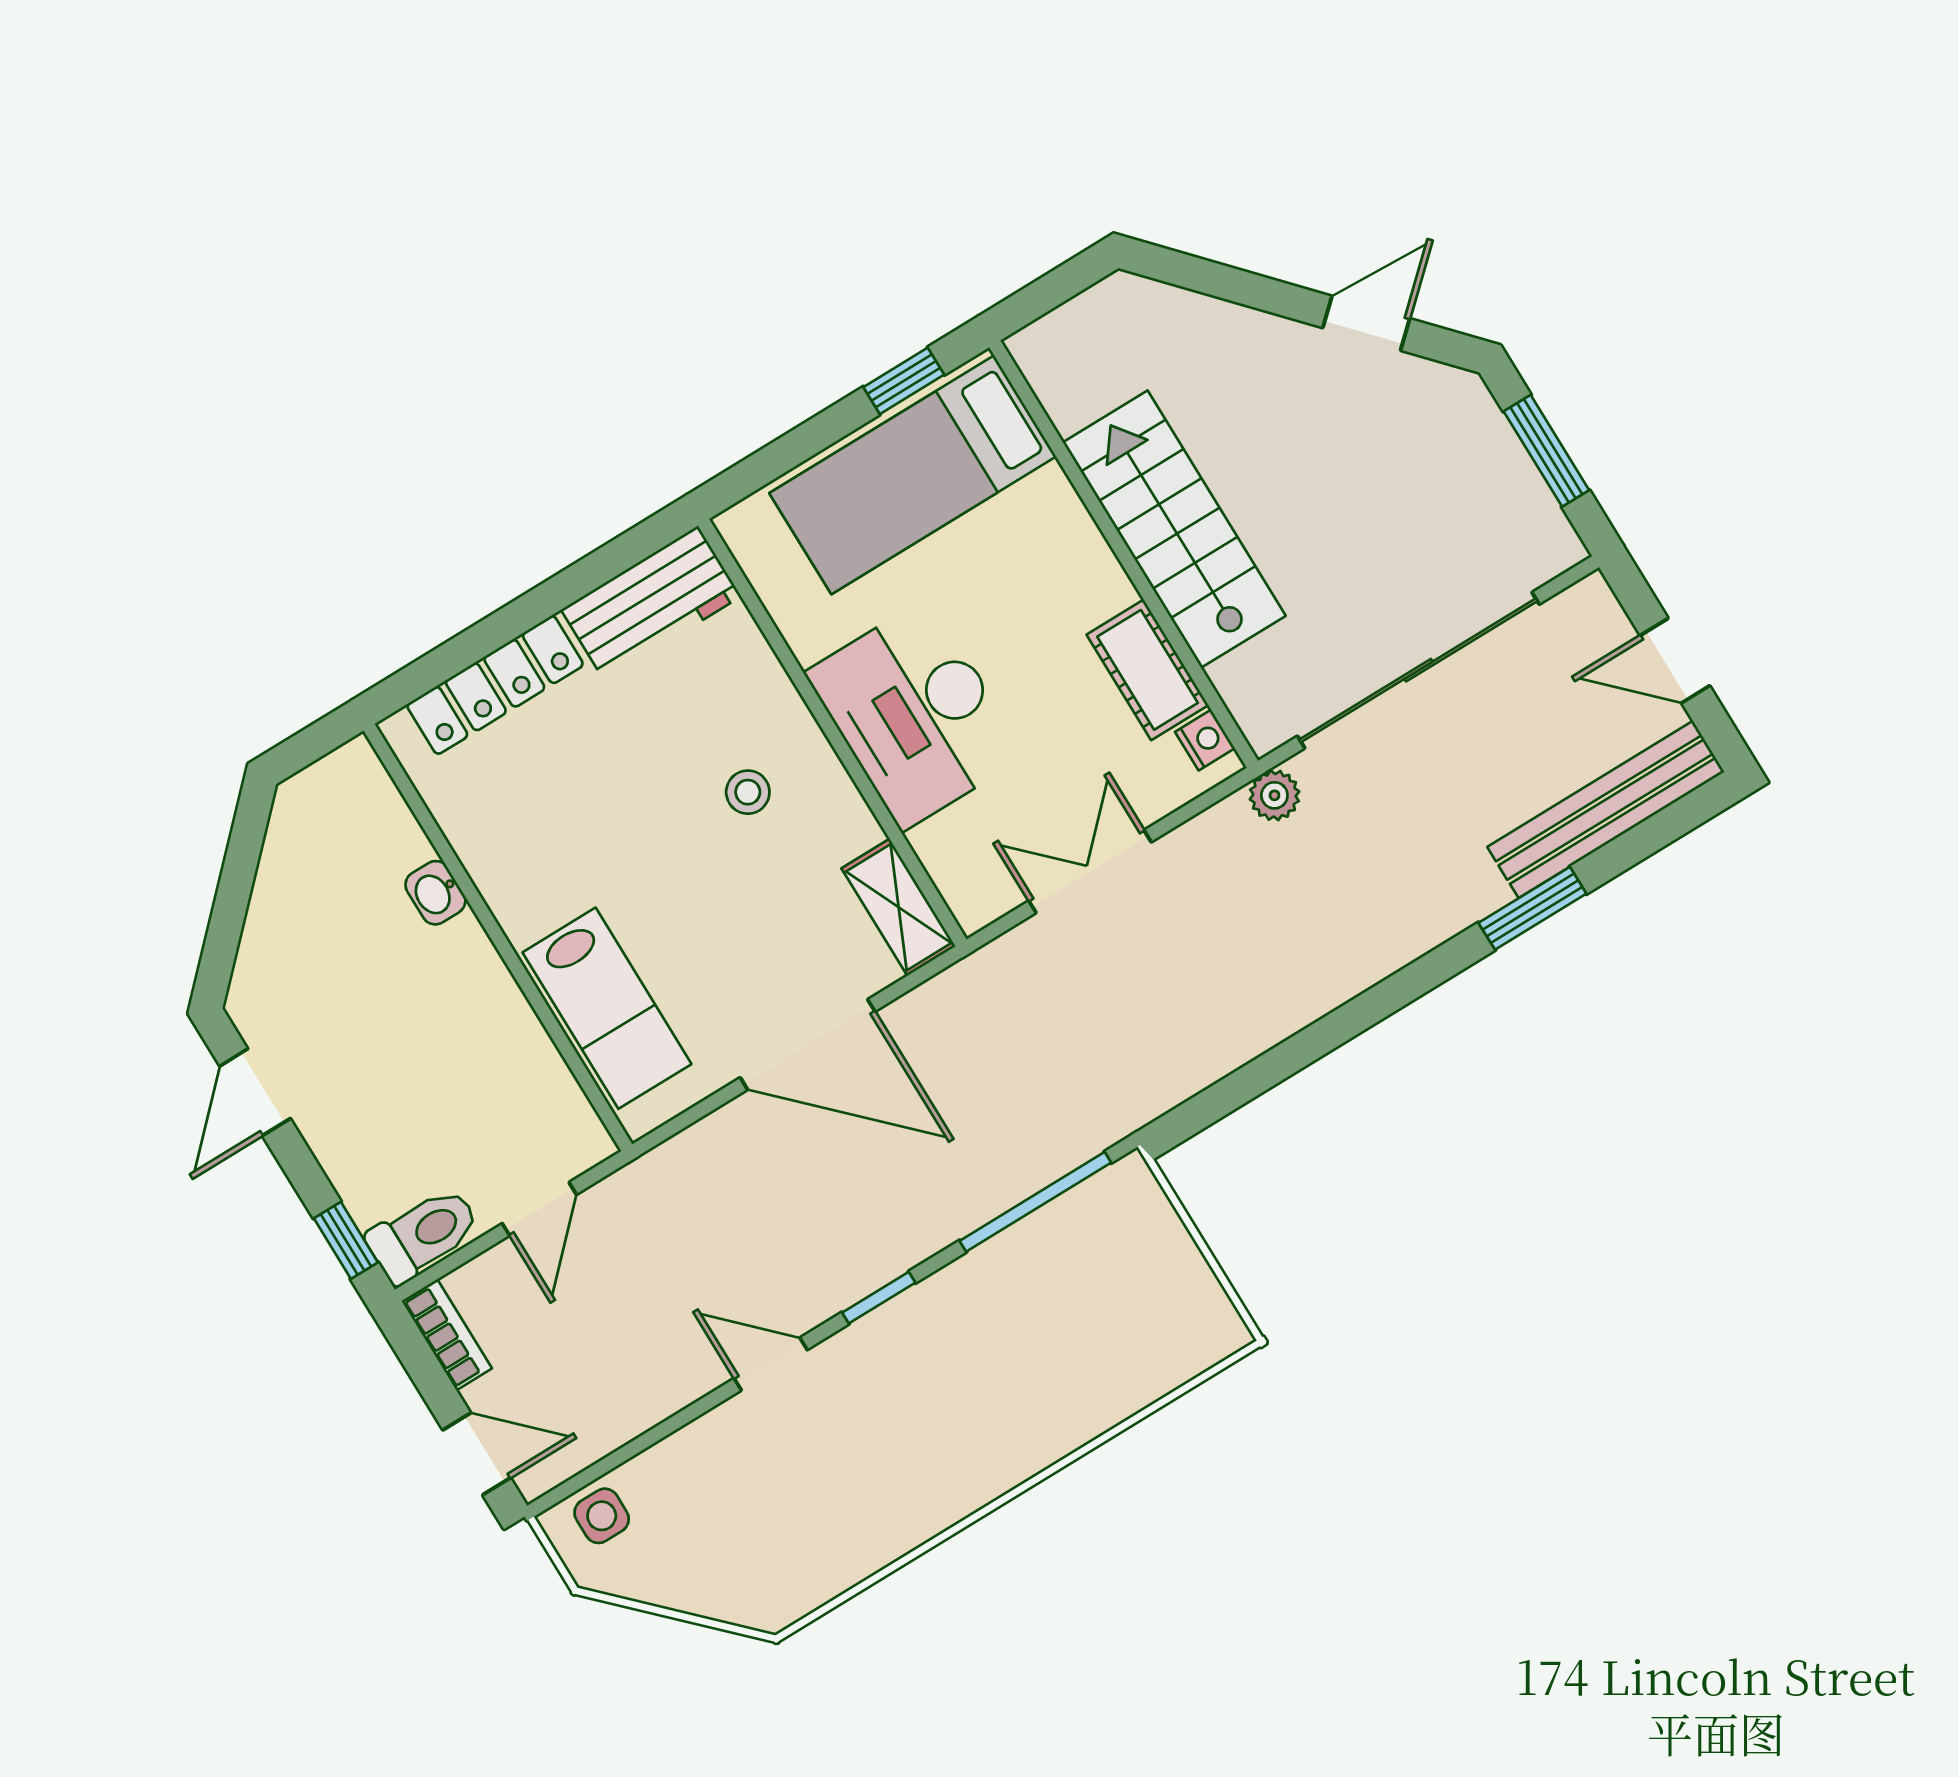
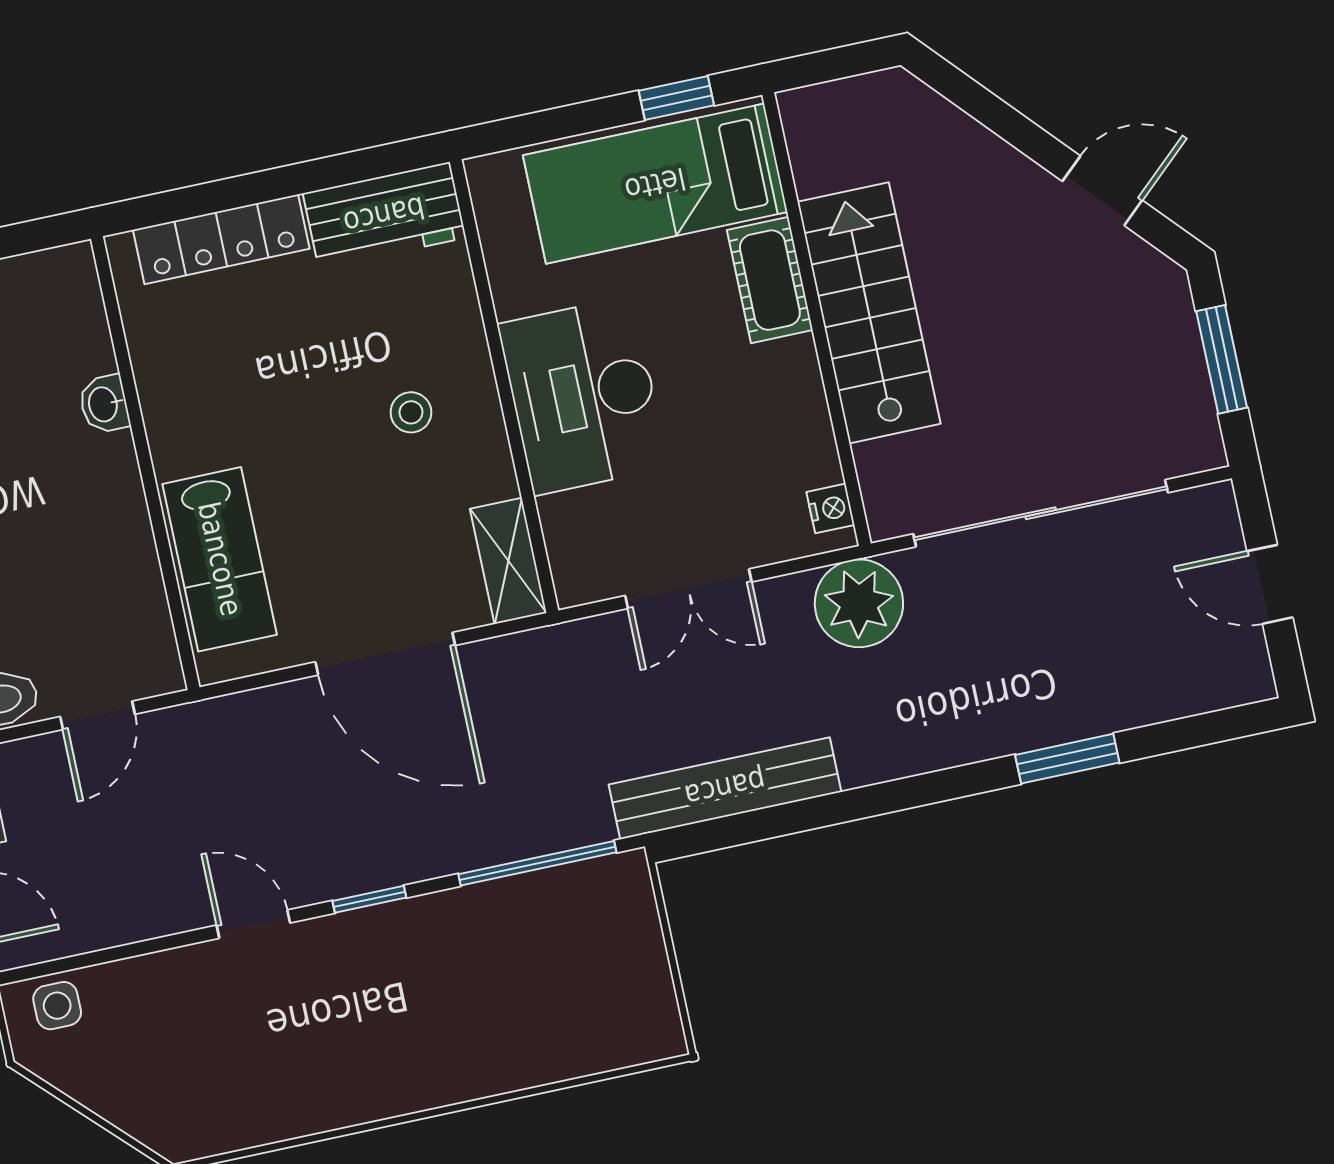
cot: (1148, 670) -> (770, 280), moved
plant: (1274, 795) -> (859, 603), width x1.88, depth x1.88
bench: (1606, 809) -> (725, 788), moved
double door: (1090, 871) -> (688, 589), swing flipped

